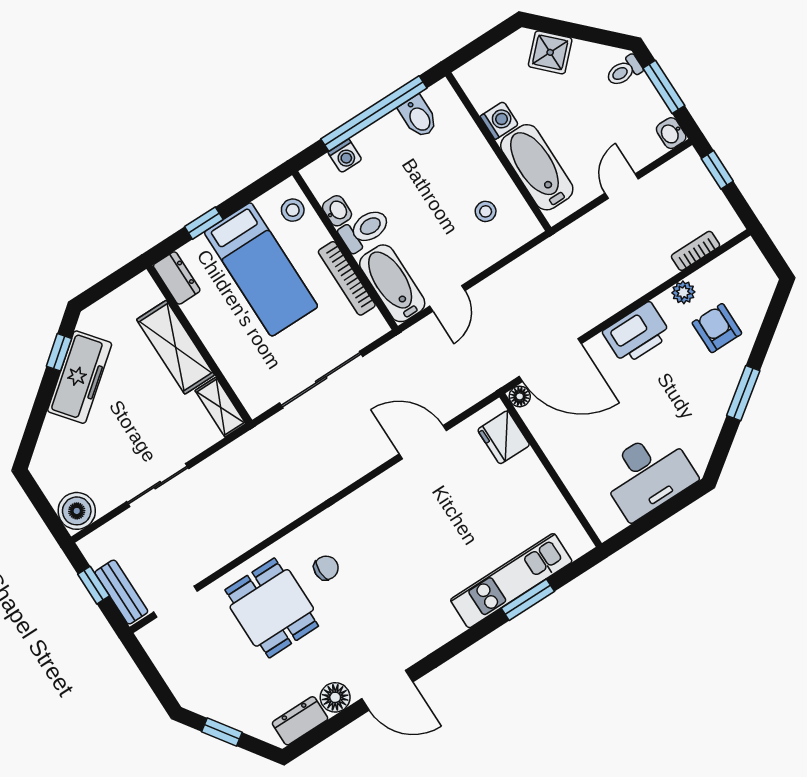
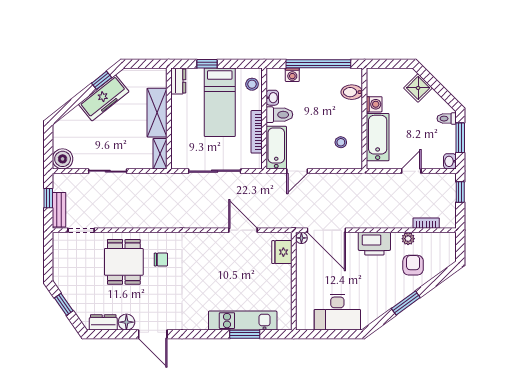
bidet: (418, 117) -> (352, 92), moved, turned 90

